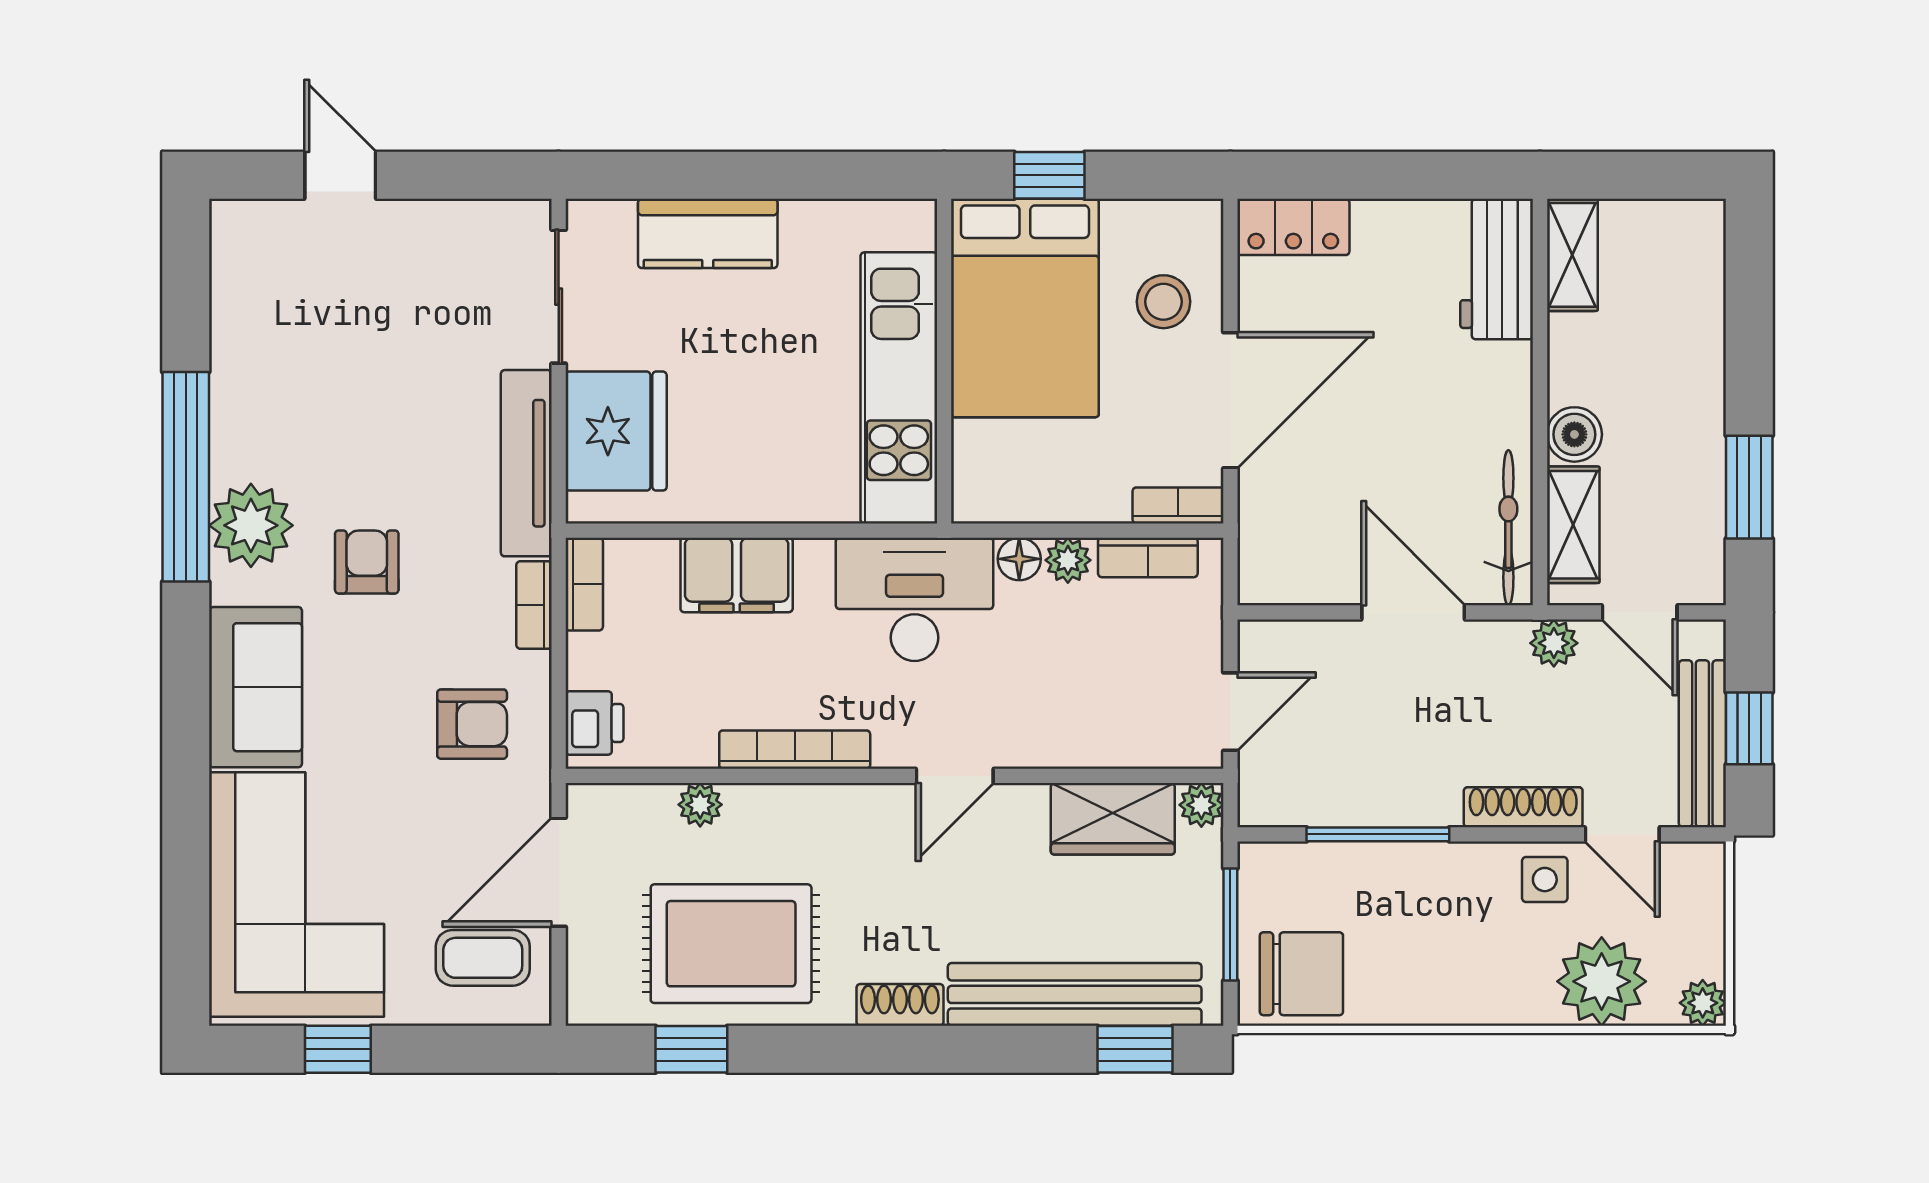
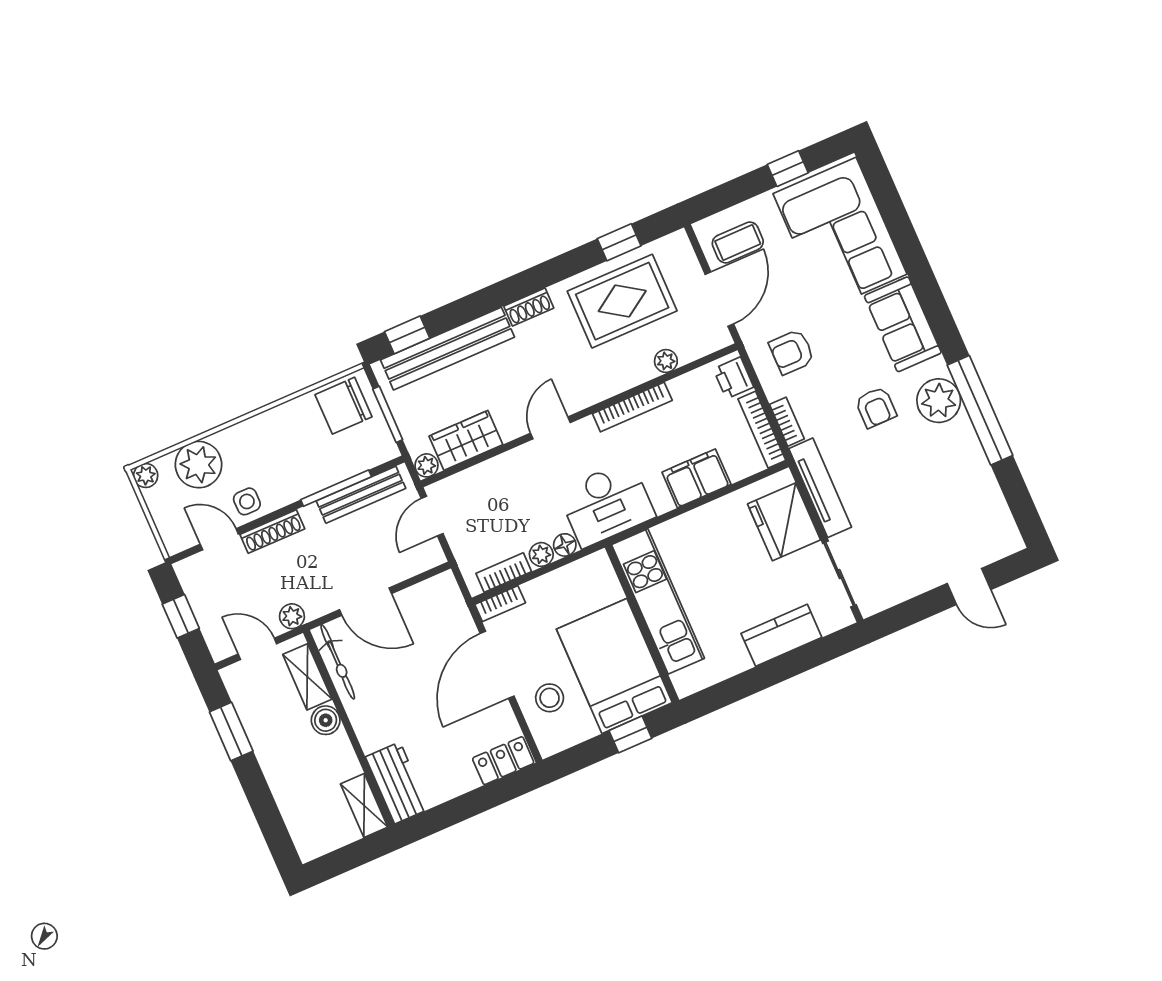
bookcase: (584, 584) -> (762, 430), width x1.56
bench: (1702, 744) -> (361, 495), moved, turned 90

